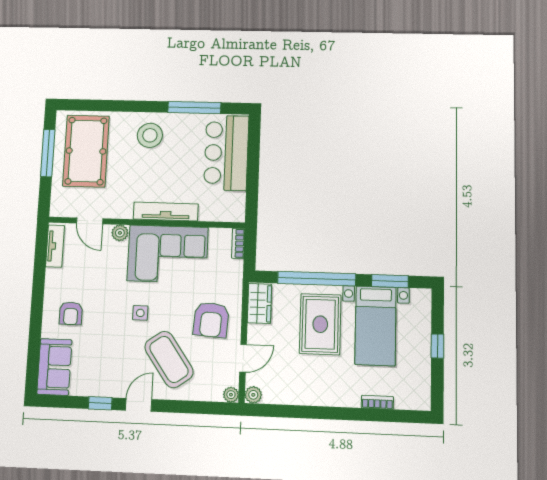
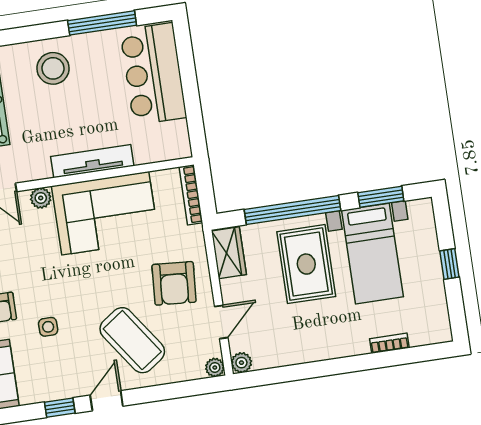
bookcase: (238, 243) -> (191, 195), width x1.56
side table: (140, 313) -> (48, 327), moved

